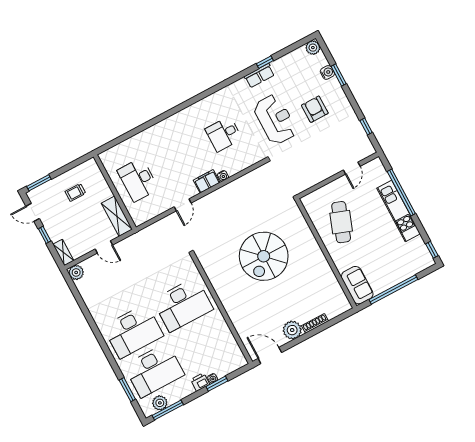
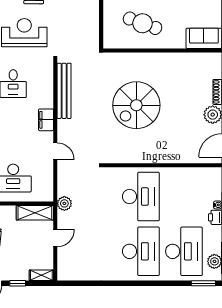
water cooler: (223, 176) -> (49, 103), removed
bench: (242, 184) -> (64, 91), added
spiral stairs: (264, 256) -> (136, 105), turned 90
plant: (76, 272) -> (64, 203), moved
window: (127, 390) -> (203, 283), moved

